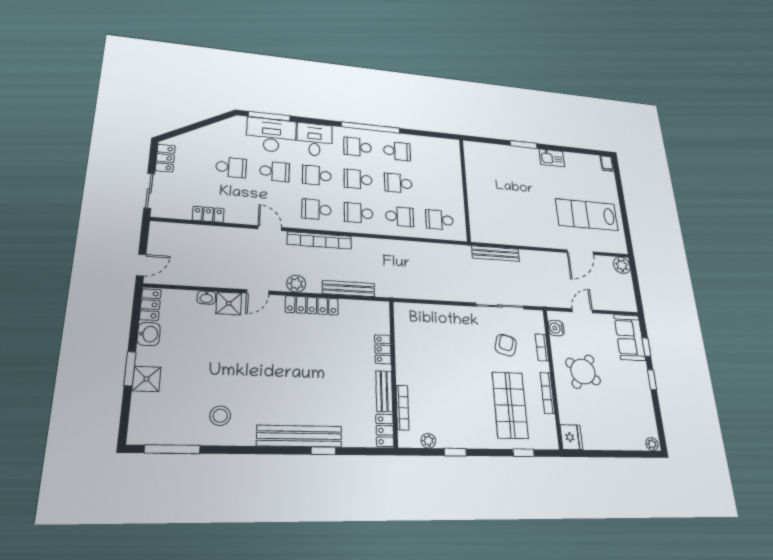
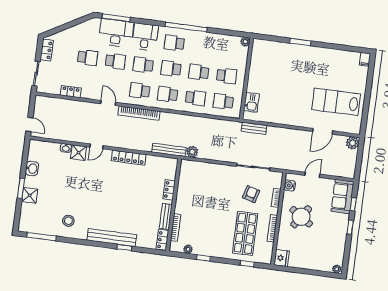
plant: (453, 145) -> (245, 42), added
school desk: (397, 151) -> (227, 76), moved
kitchen sink: (552, 158) -> (251, 102), moved, turned -90
bench: (496, 254) -> (254, 128), width x0.73
door: (141, 265) -> (29, 124), hinge flipped
plant: (296, 284) -> (192, 152), moved
bench: (349, 288) -> (169, 150), moved
locker: (150, 305) -> (34, 150), removed

